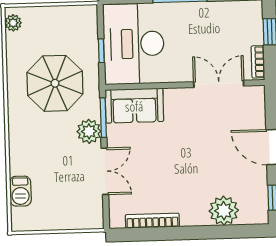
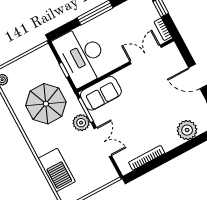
barbecue: (20, 191) -> (57, 170), width x1.88, depth x1.53

